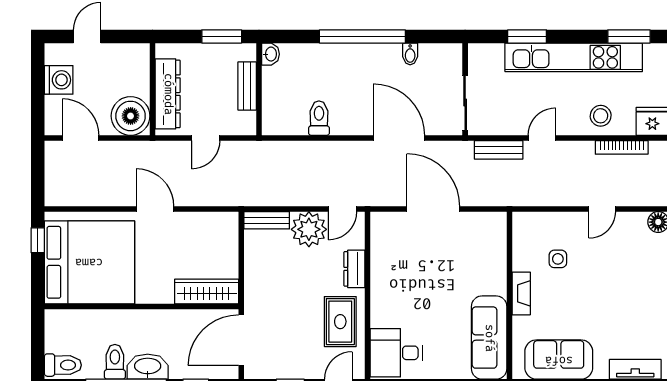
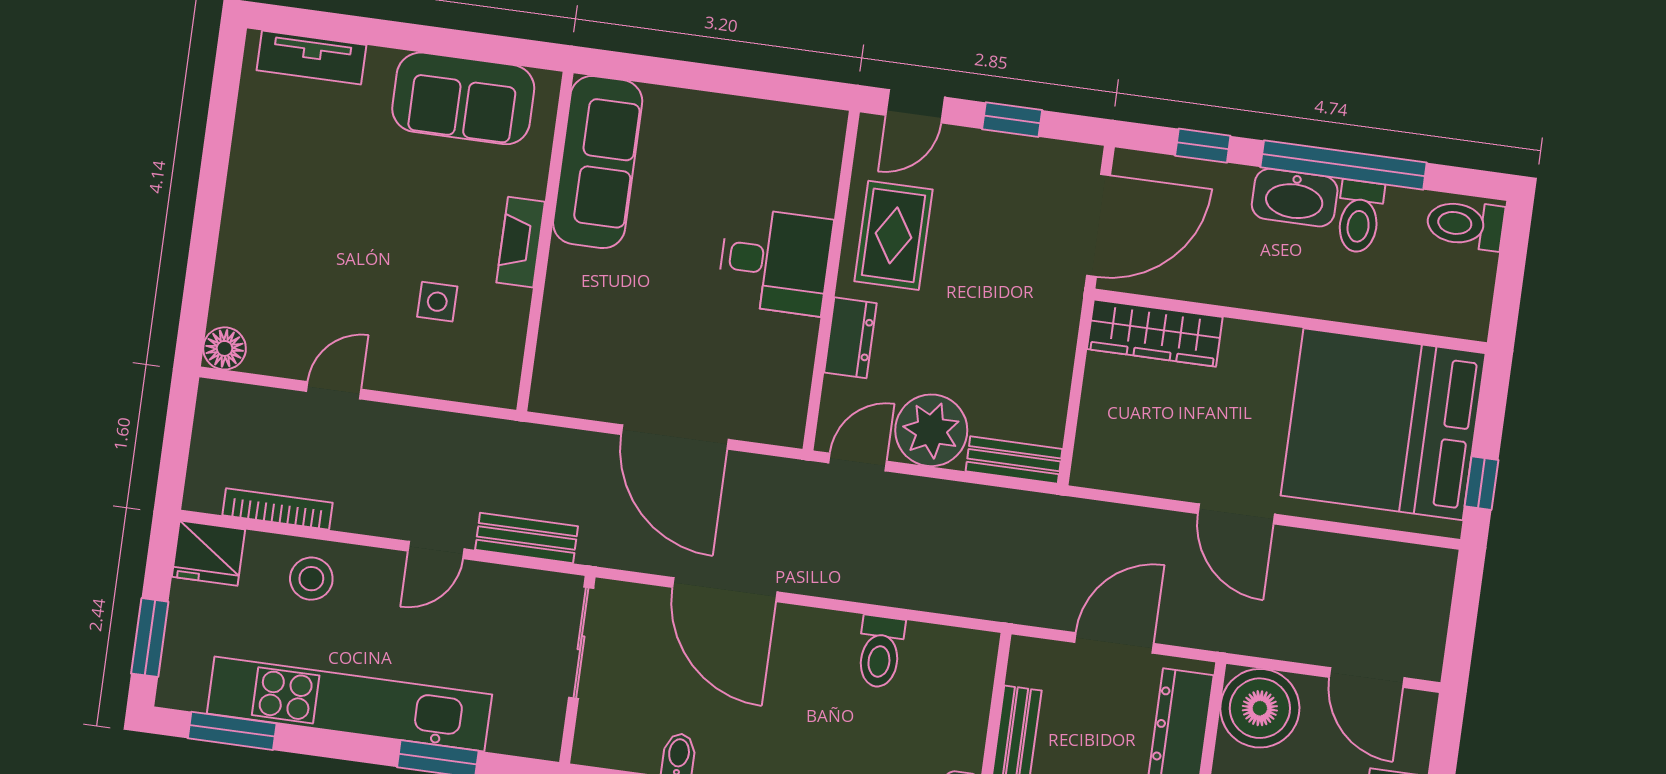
door: (206, 138) -> (1114, 643), width x1.38
desk: (396, 353) -> (775, 261), moved

